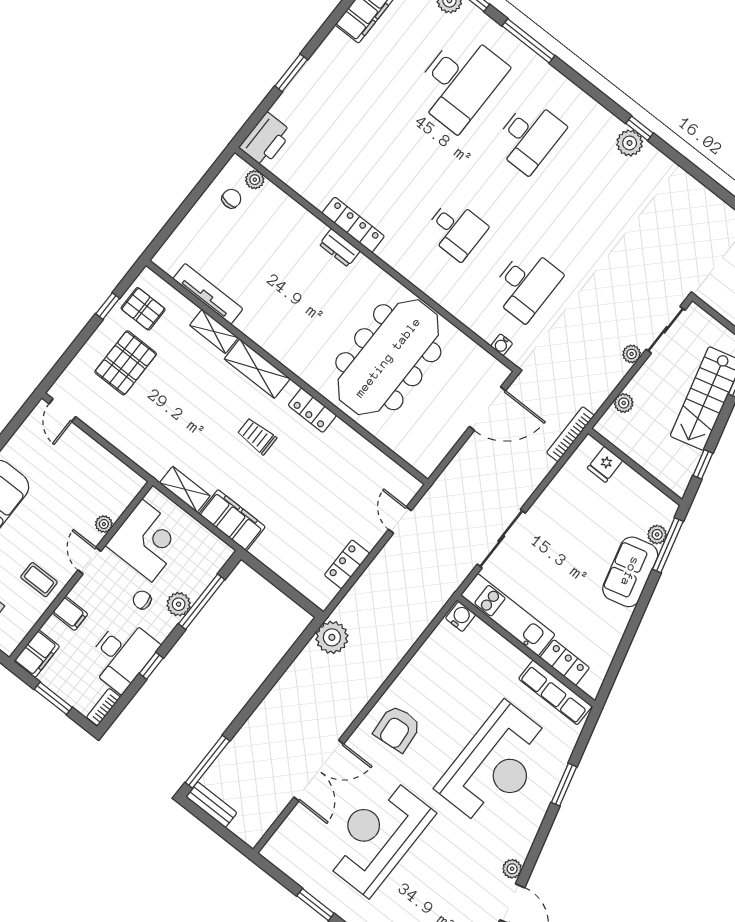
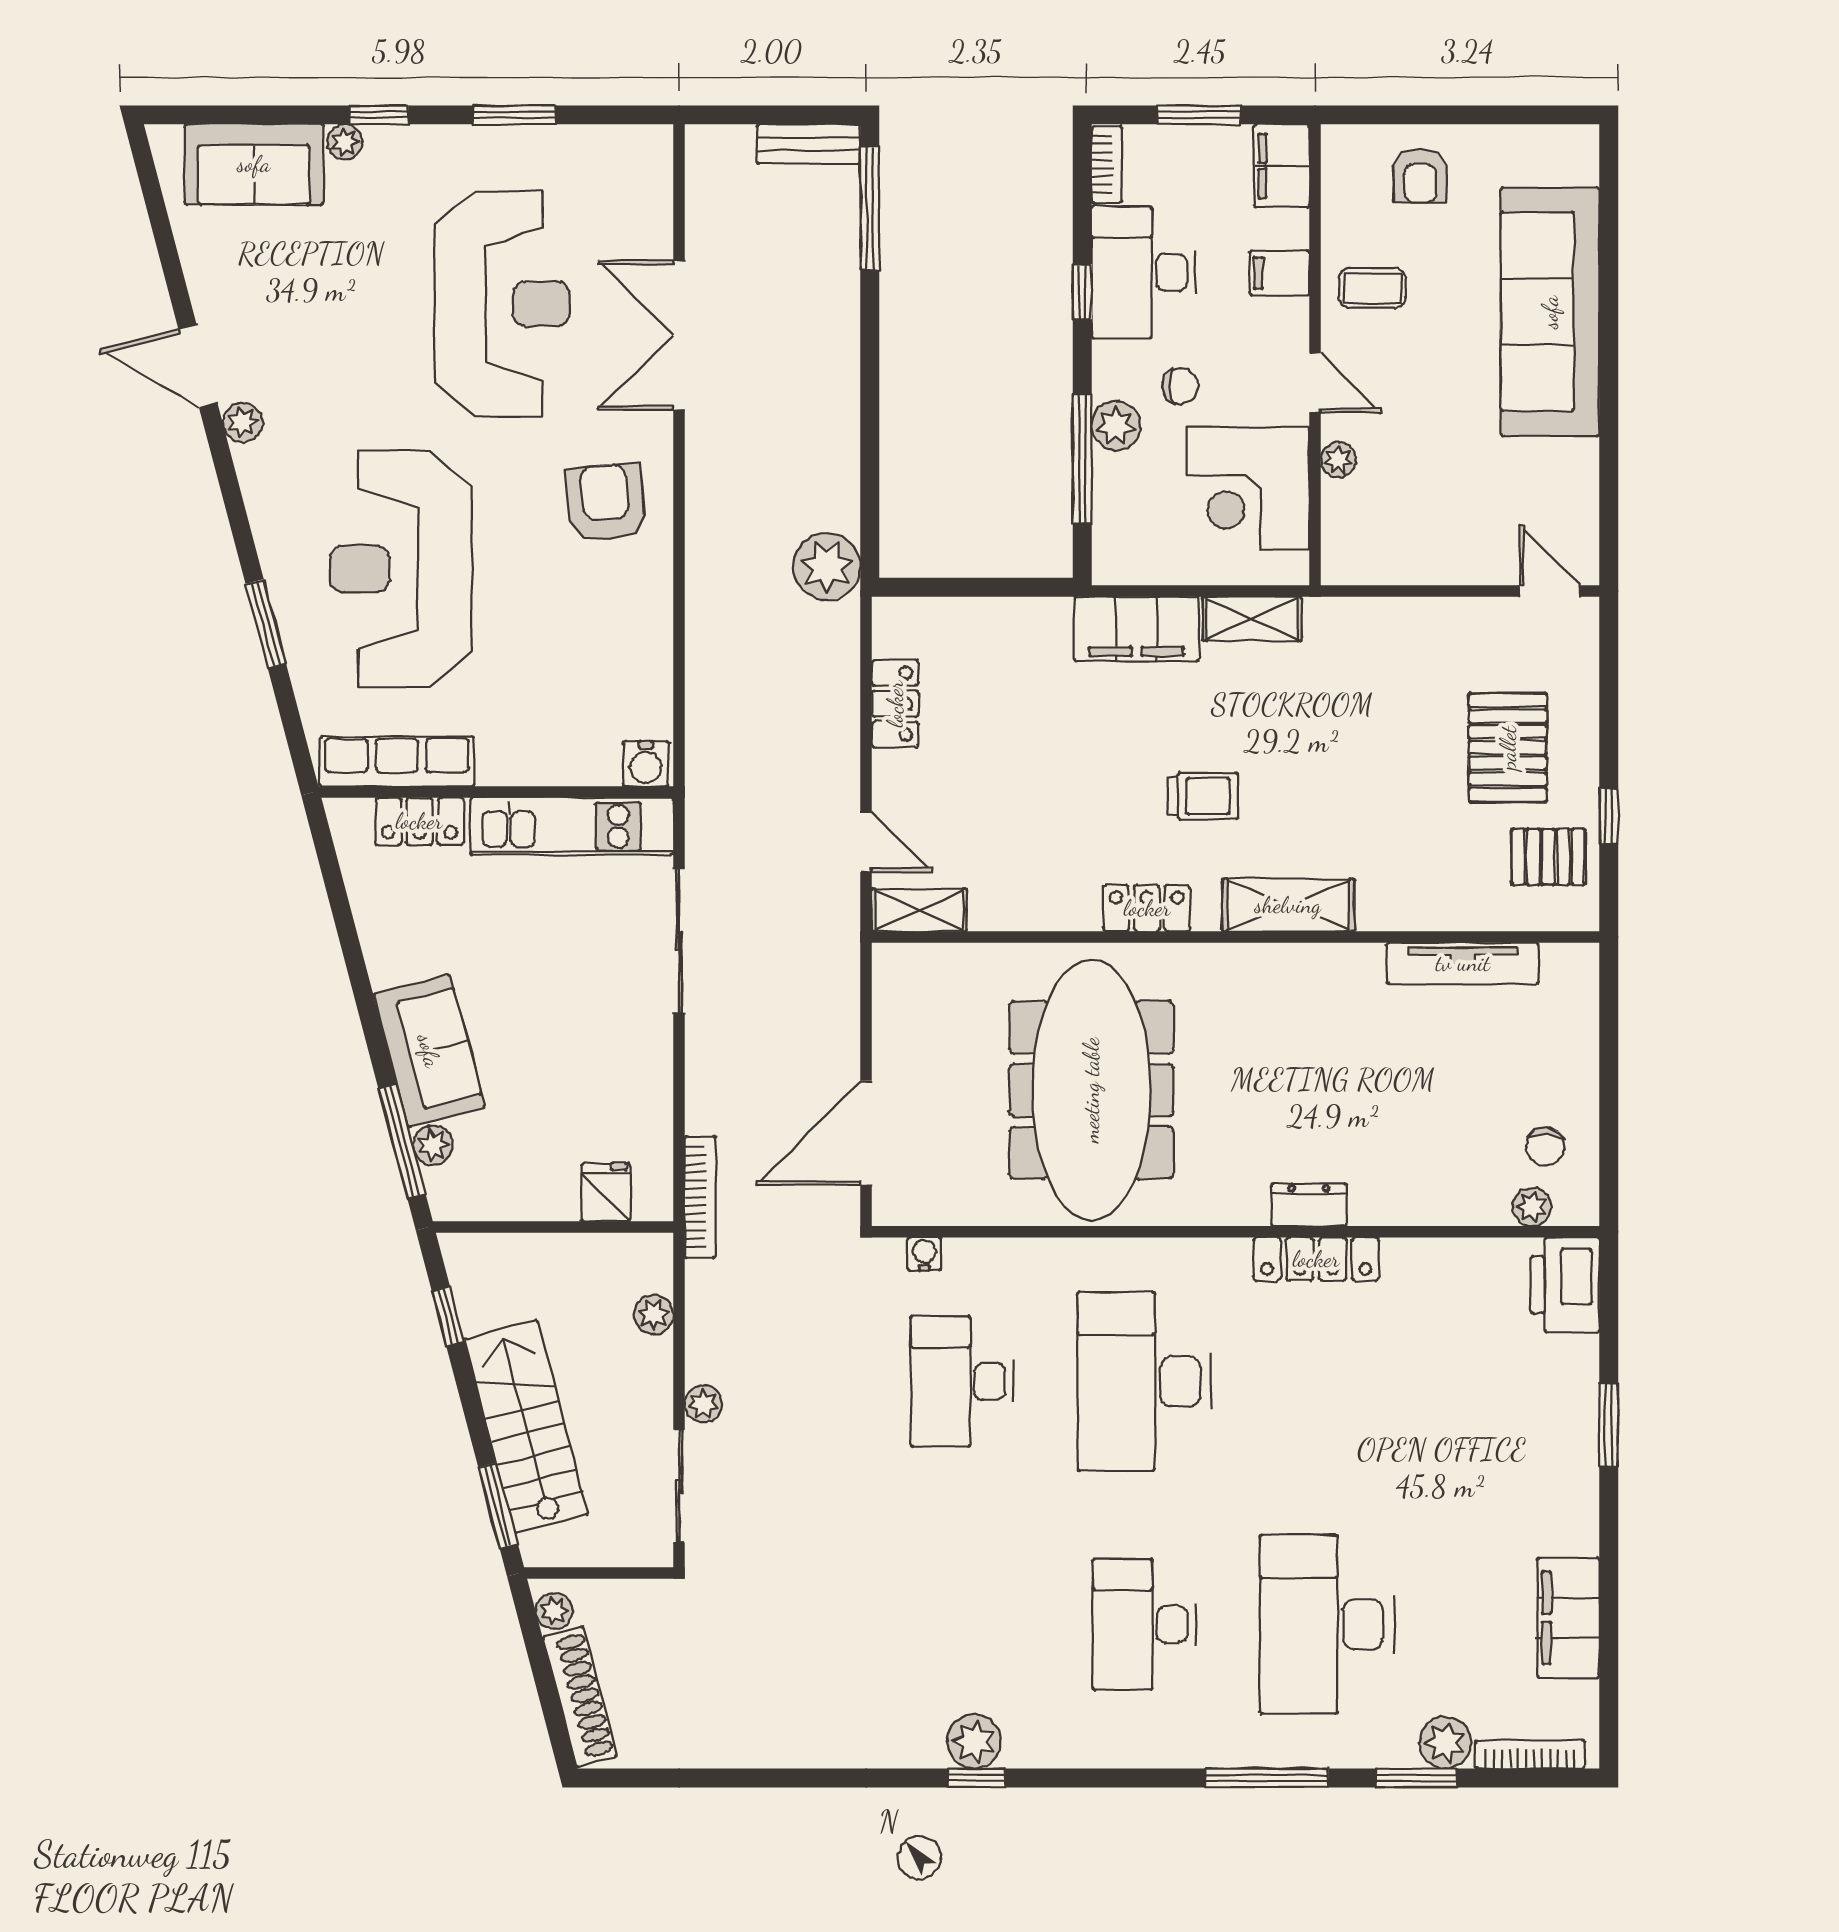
desk: (456, 230) -> (1144, 1382), width x1.87, depth x1.30
shelving: (214, 331) -> (919, 910), moved

